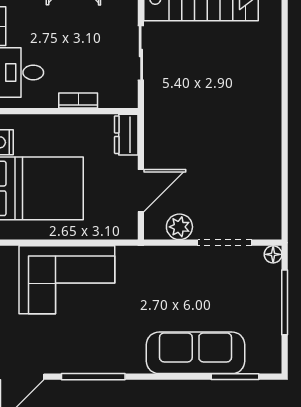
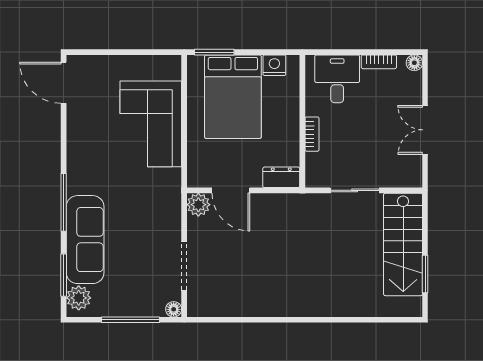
plant: (179, 227) -> (198, 205), moved
plant: (260, 360) -> (79, 298), added
window: (93, 377) -> (64, 202), moved

